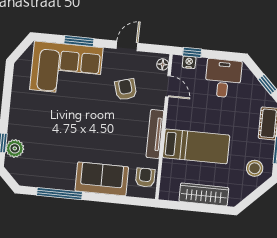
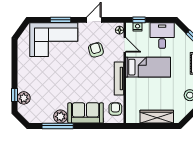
bed: (196, 146) -> (148, 67), moved
plant: (65, 180) -> (60, 117), added

